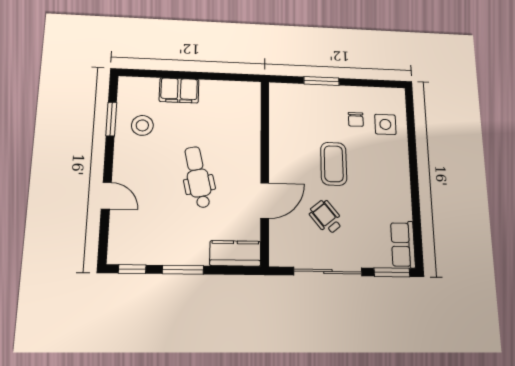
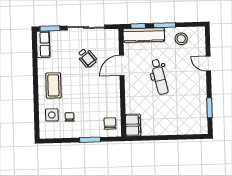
filing cabinet: (179, 90) -> (133, 125), moved, turned 90
chair: (288, 105) -> (110, 123), added
stool: (142, 125) -> (181, 39), moved
coffee table: (334, 164) -> (53, 85), moved
kitchen counter: (235, 253) -> (144, 35), width x1.50
window: (132, 269) -> (138, 26), moved

